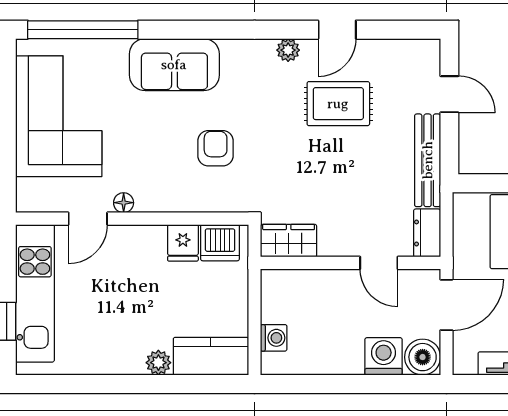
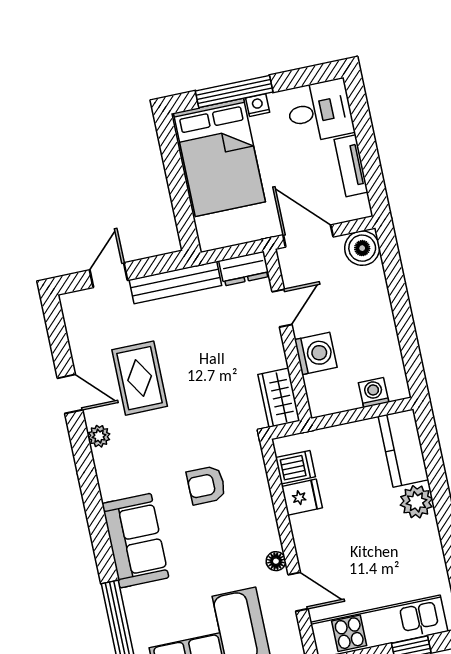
dishwasher: (220, 243) -> (295, 467), width x0.73
washing machine: (384, 356) -> (316, 353), moved, turned 180
plant: (158, 363) -> (416, 502), width x1.38, depth x1.38

